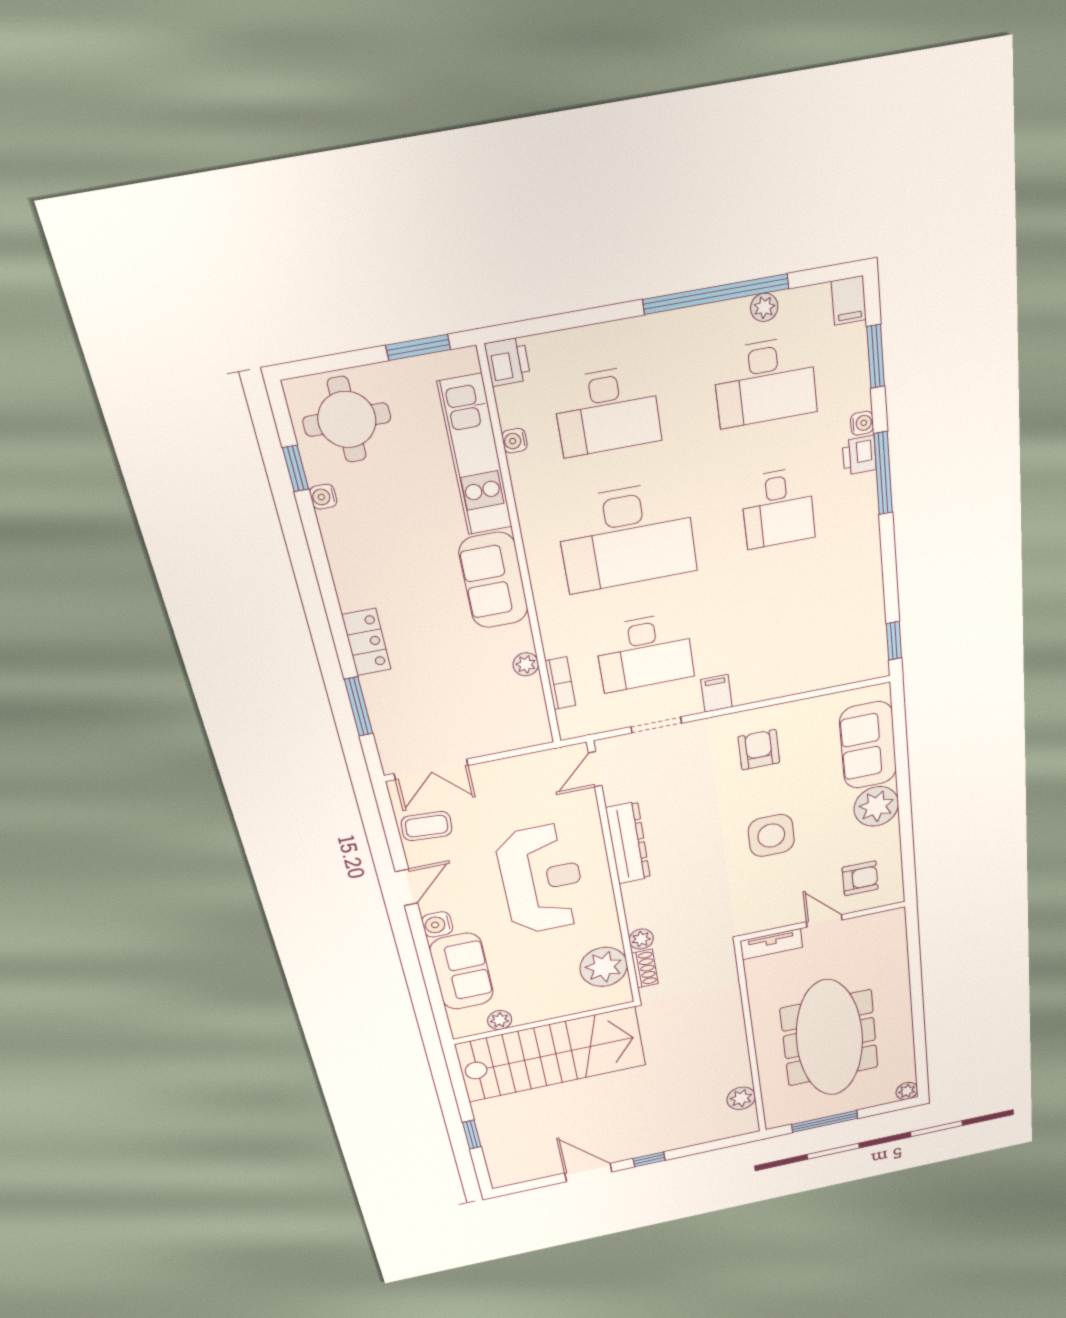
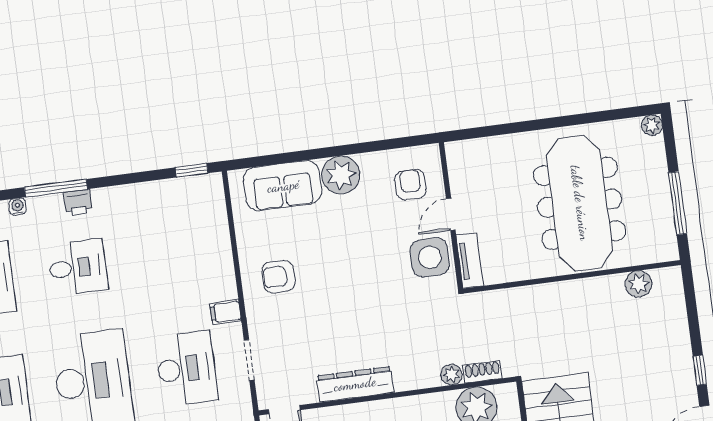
printer: (859, 455) -> (78, 202), moved
side table: (771, 836) -> (430, 257), moved
meeting table: (830, 1038) -> (580, 203), turned 90

